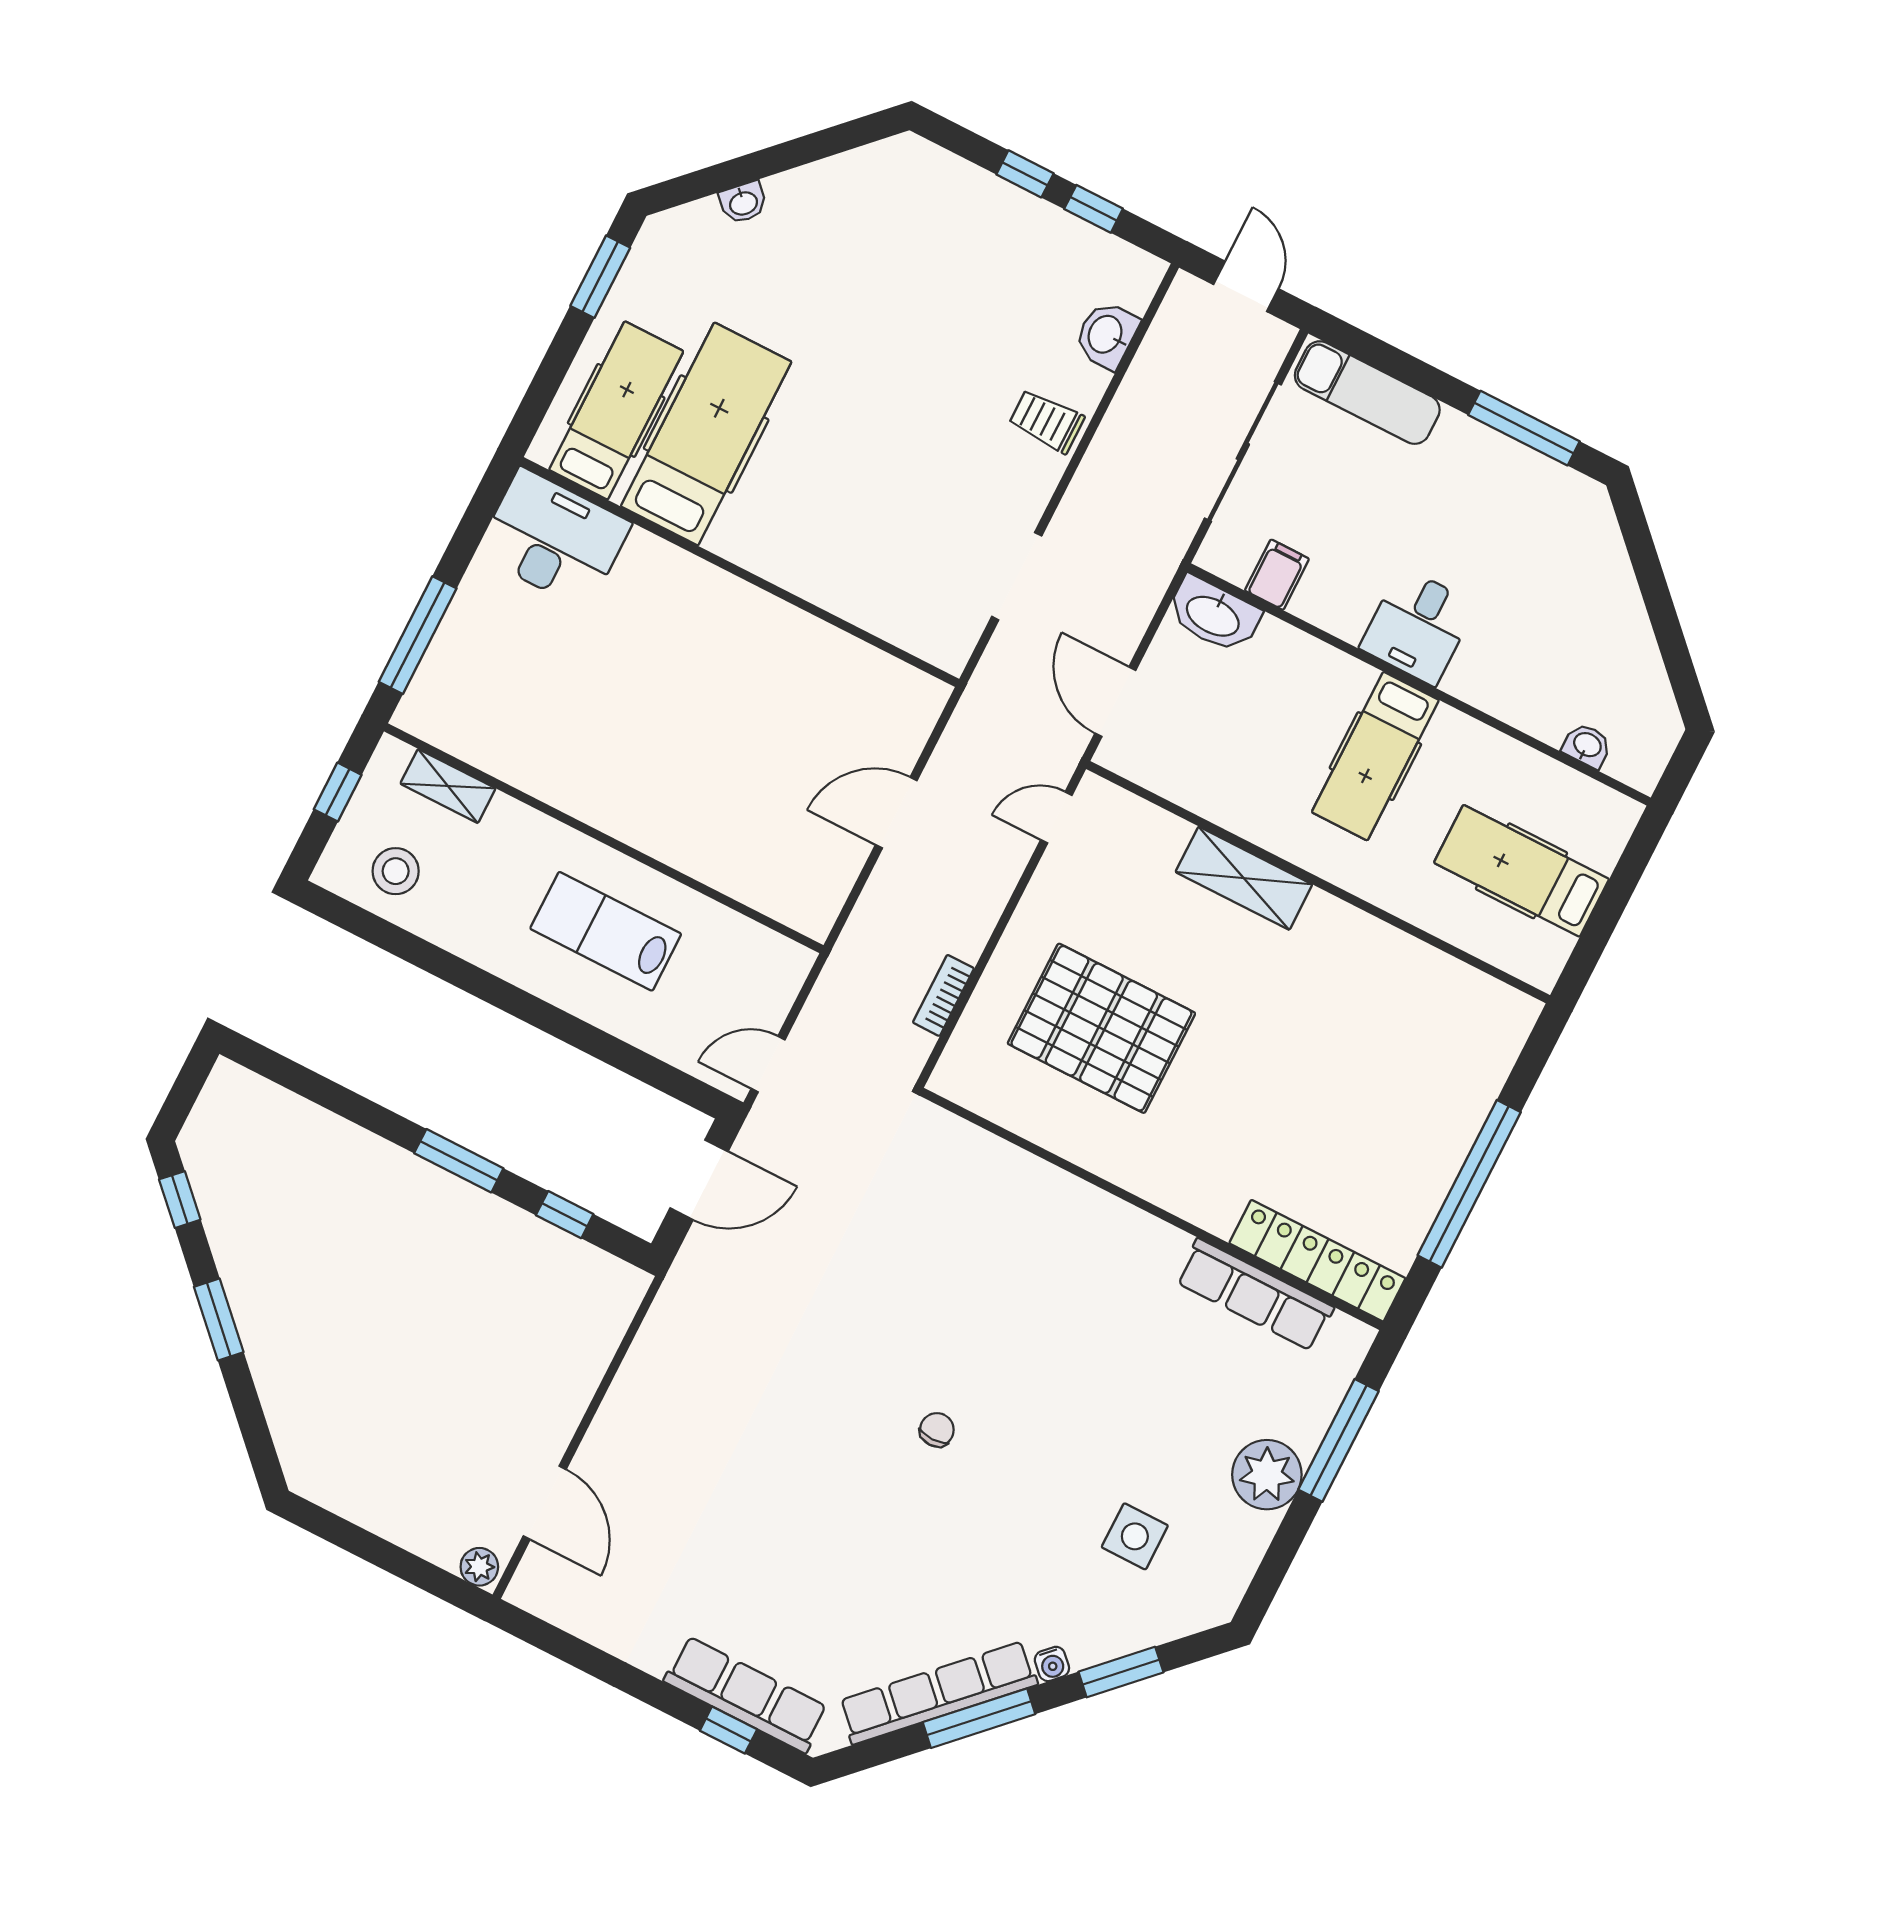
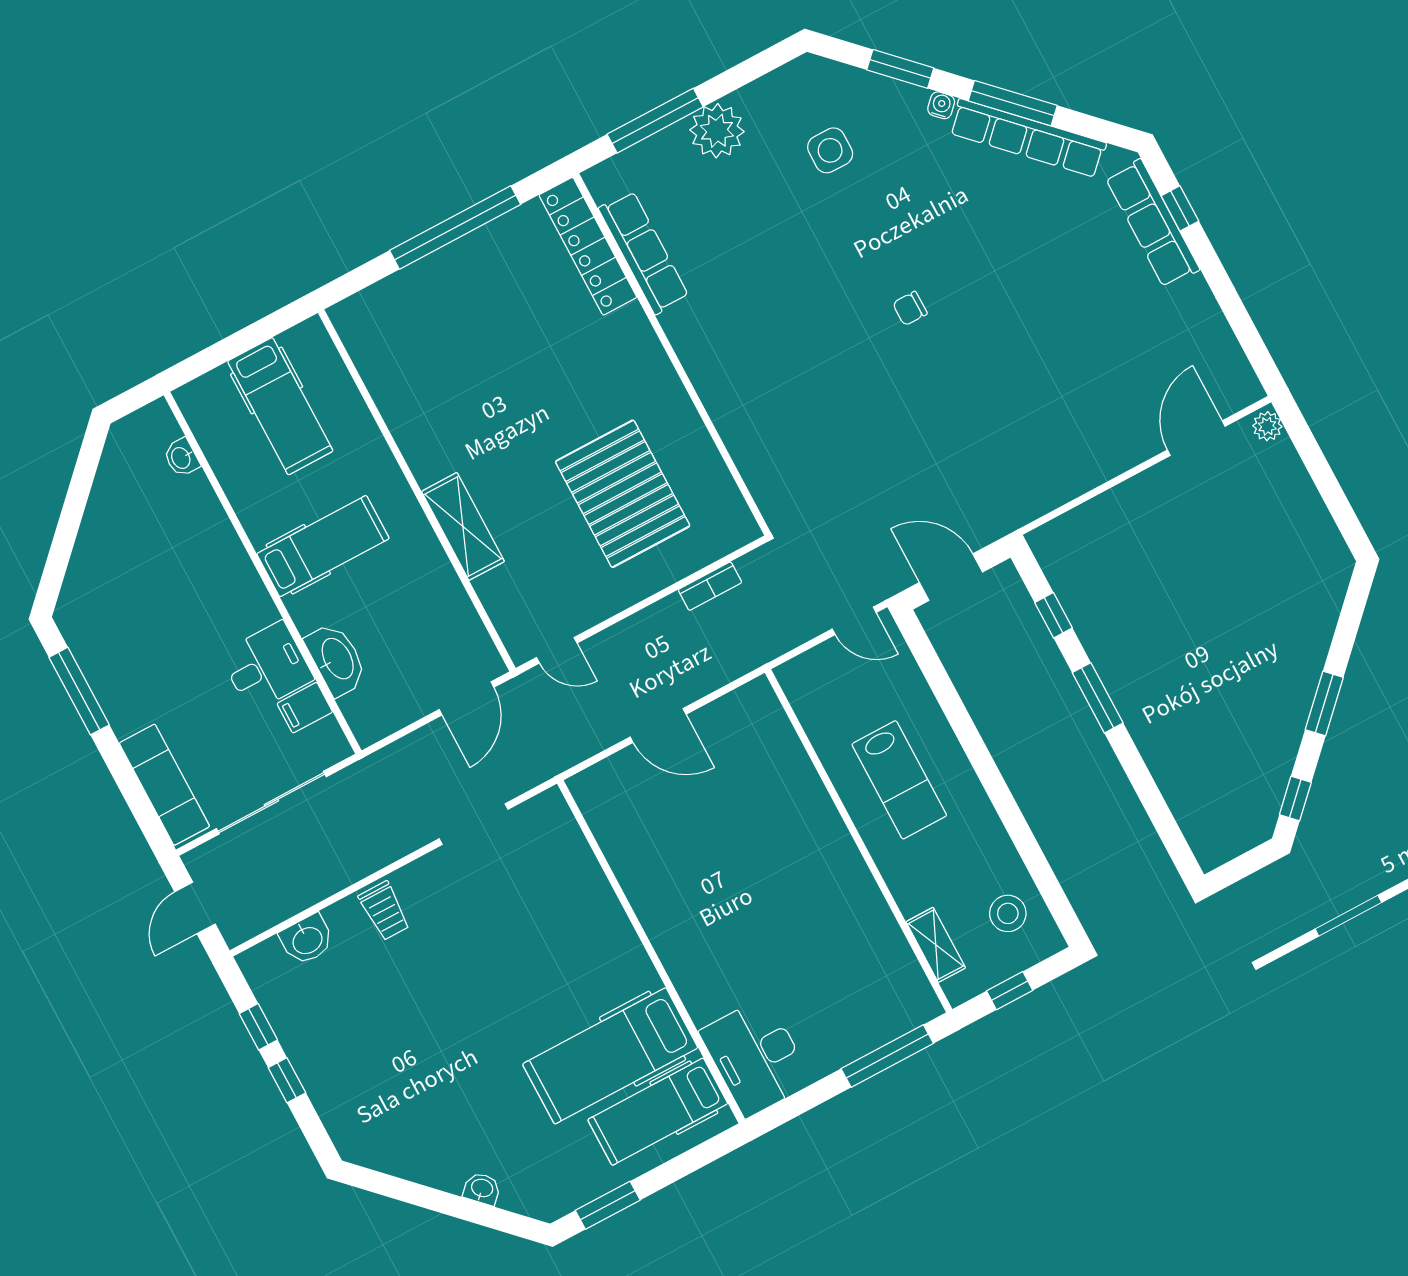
washbasin: (1214, 615) -> (337, 659), moved
desk: (1418, 626) -> (267, 667), moved

